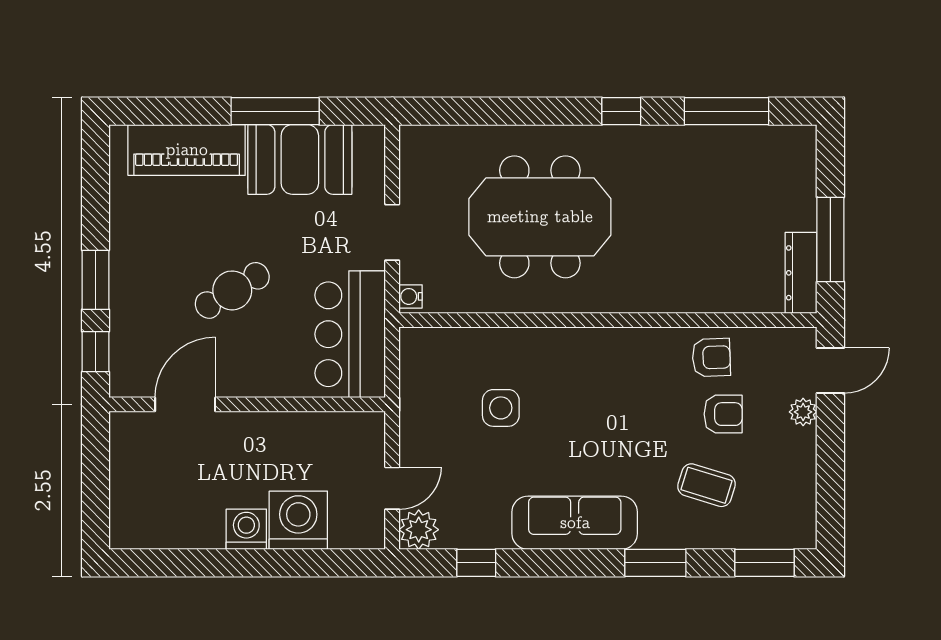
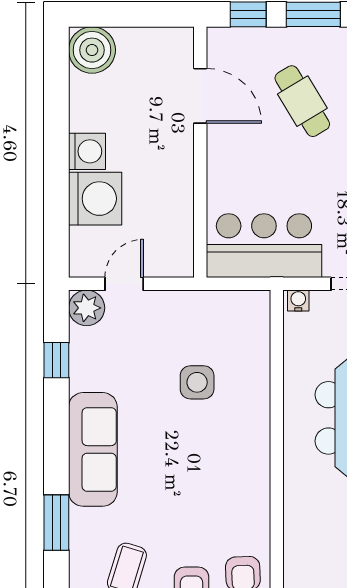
cafe table: (232, 290) -> (302, 101), moved
door: (392, 488) -> (124, 284), swing flipped
boiler: (135, 524) -> (92, 50), added

